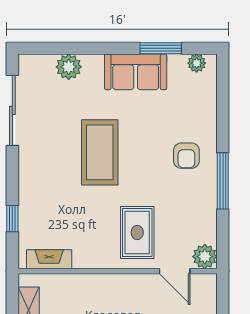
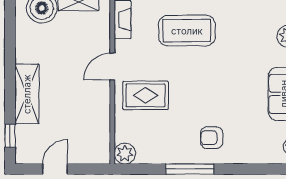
coffee table: (100, 152) -> (187, 31), moved
door: (175, 271) -> (112, 67), moved

